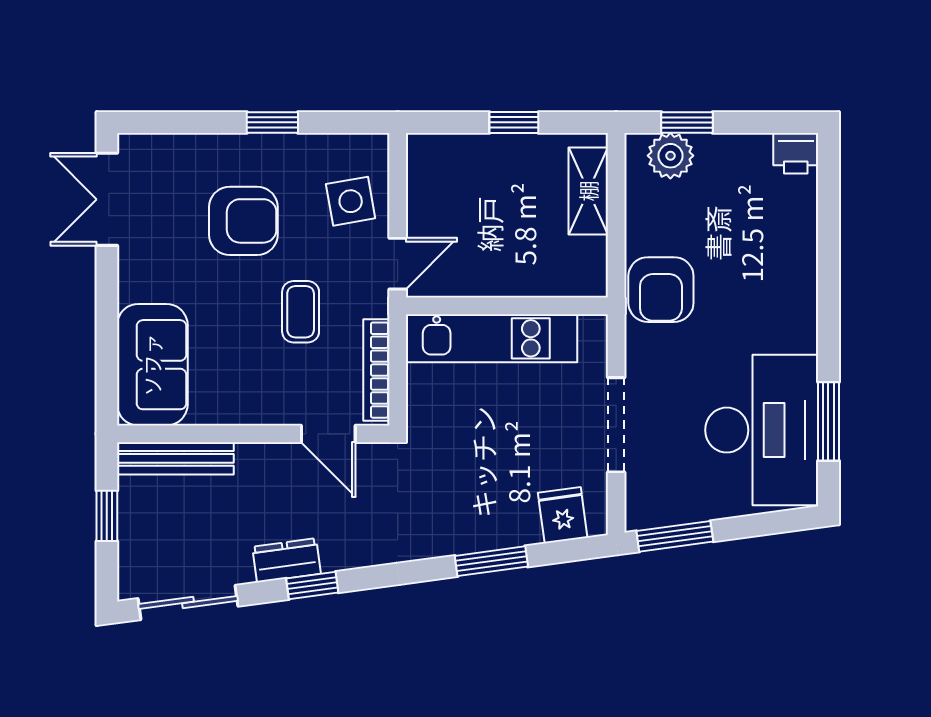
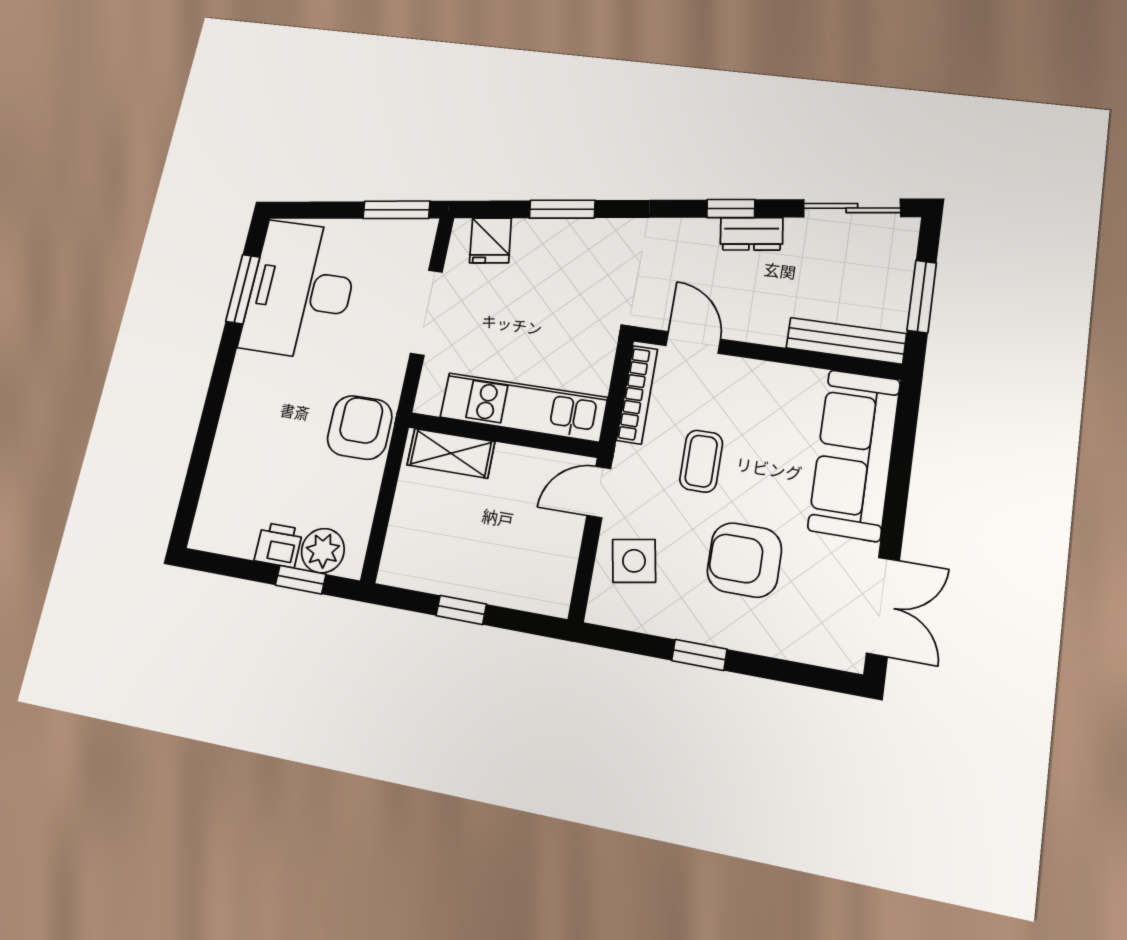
printer: (796, 153) -> (279, 545), moved
shelving: (588, 191) -> (451, 453), moved, turned 90
sofa: (152, 365) -> (854, 454), width x1.36
window: (107, 516) -> (922, 297), width x1.50

